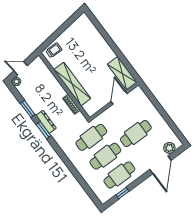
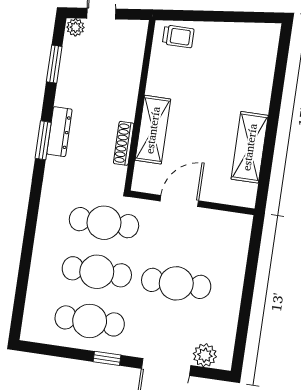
shelving: (122, 73) -> (250, 147), moved
shelving: (72, 84) -> (153, 130), width x0.68
door: (119, 98) -> (179, 201), moved
window: (28, 109) -> (54, 64), moved
window: (122, 193) -> (107, 358), moved

